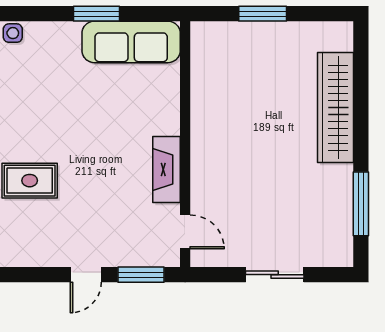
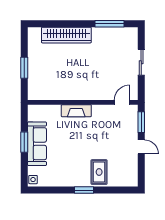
sofa: (131, 42) -> (37, 144), moved
fireplace: (167, 170) -> (76, 111), moved

